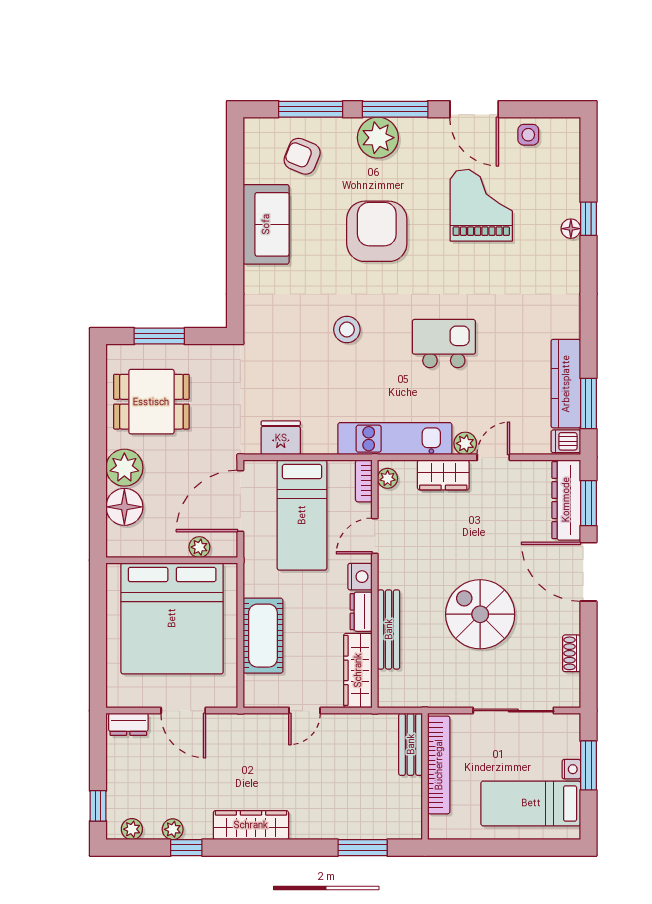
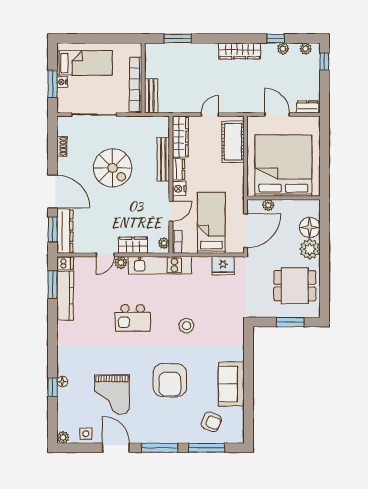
plant: (378, 138) -> (63, 437), moved, width x0.53, depth x0.53
cot: (263, 636) -> (233, 142), moved

